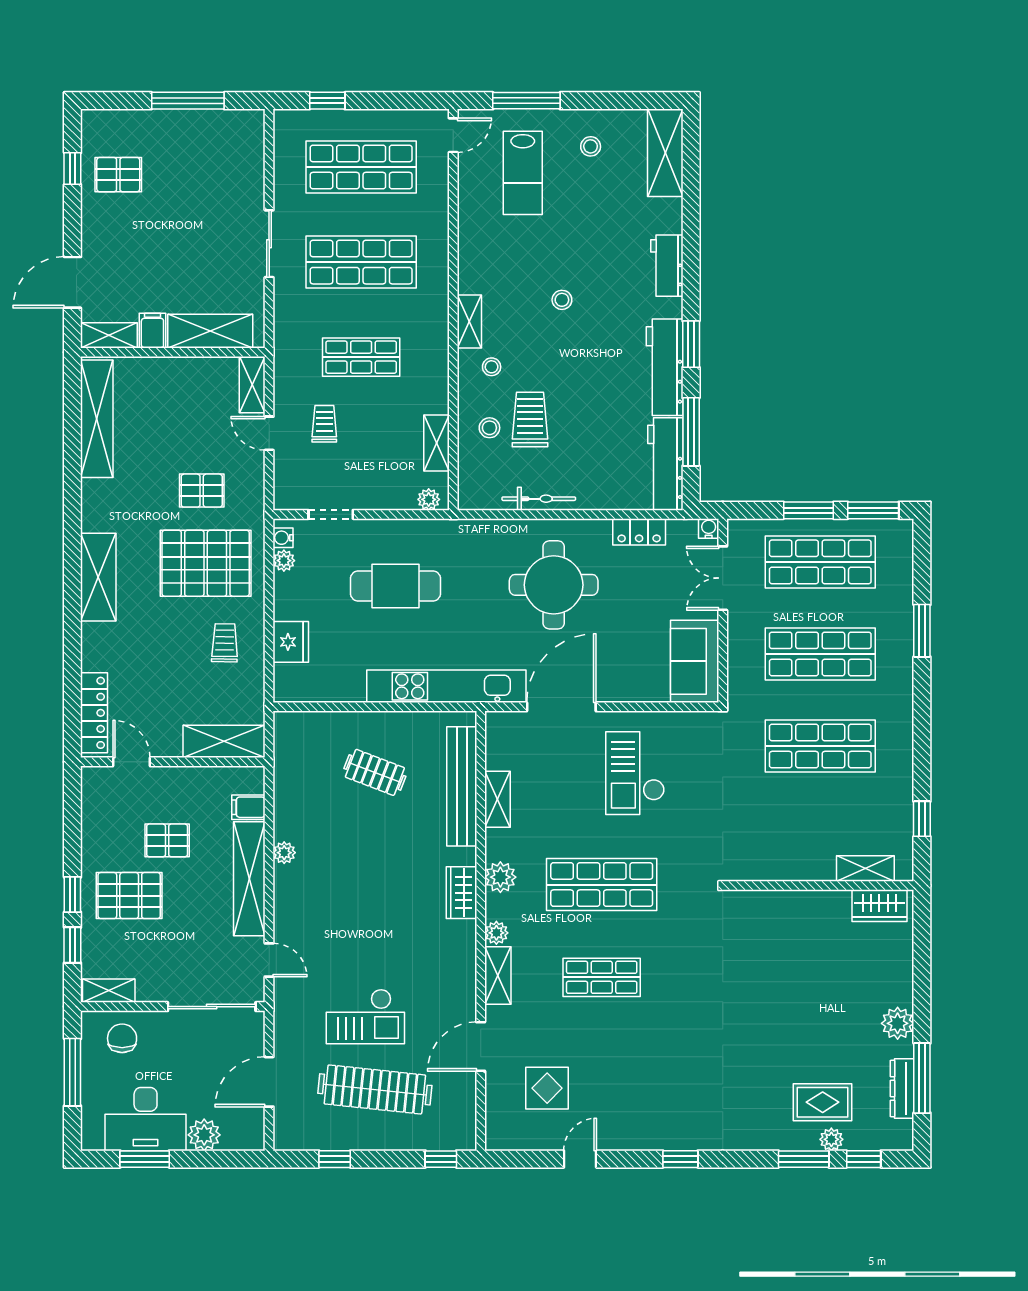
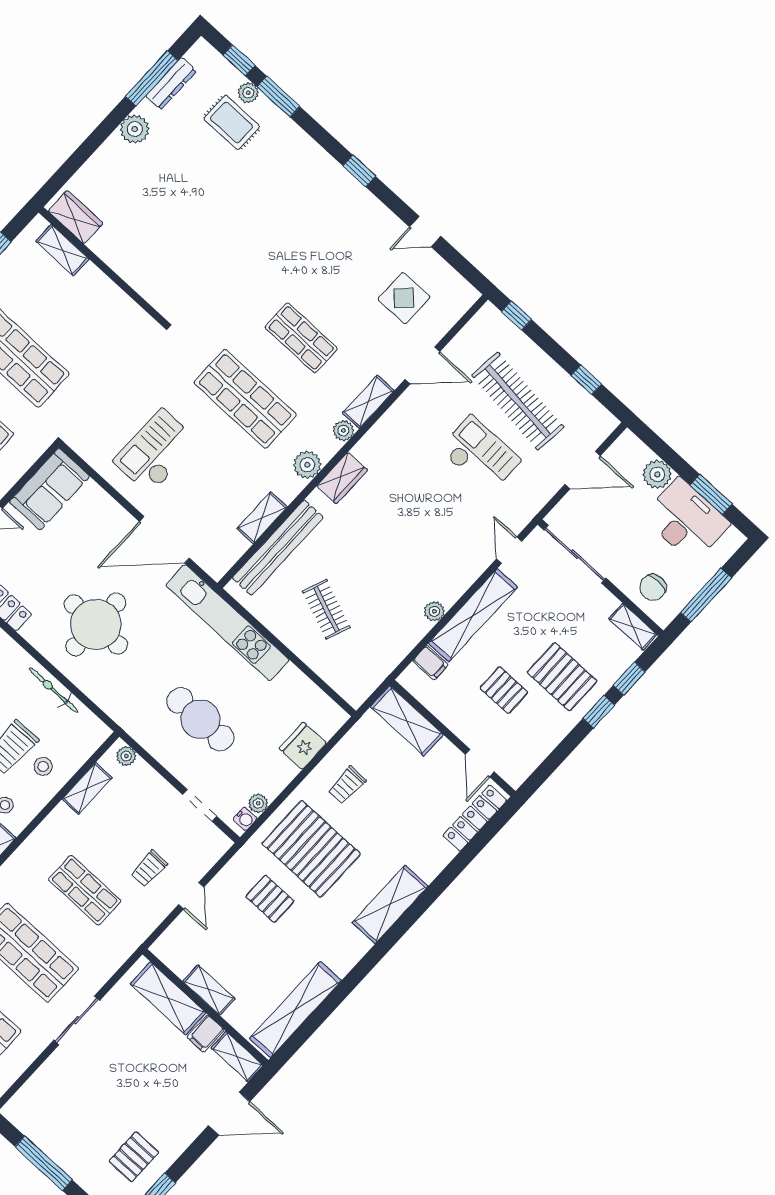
pallet: (118, 175) -> (134, 1157), turned 90
shelving: (252, 385) -> (209, 990), moved, turned 90
checkout: (635, 773) -> (156, 452), turned 180

